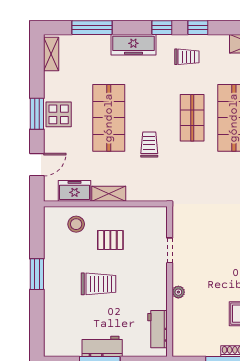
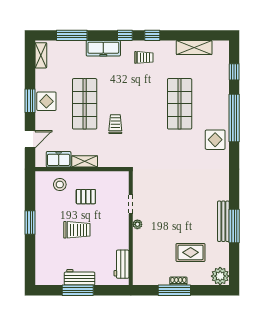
shop shelf: (192, 118) -> (148, 104), removed
plant: (178, 292) -> (137, 224), moved

